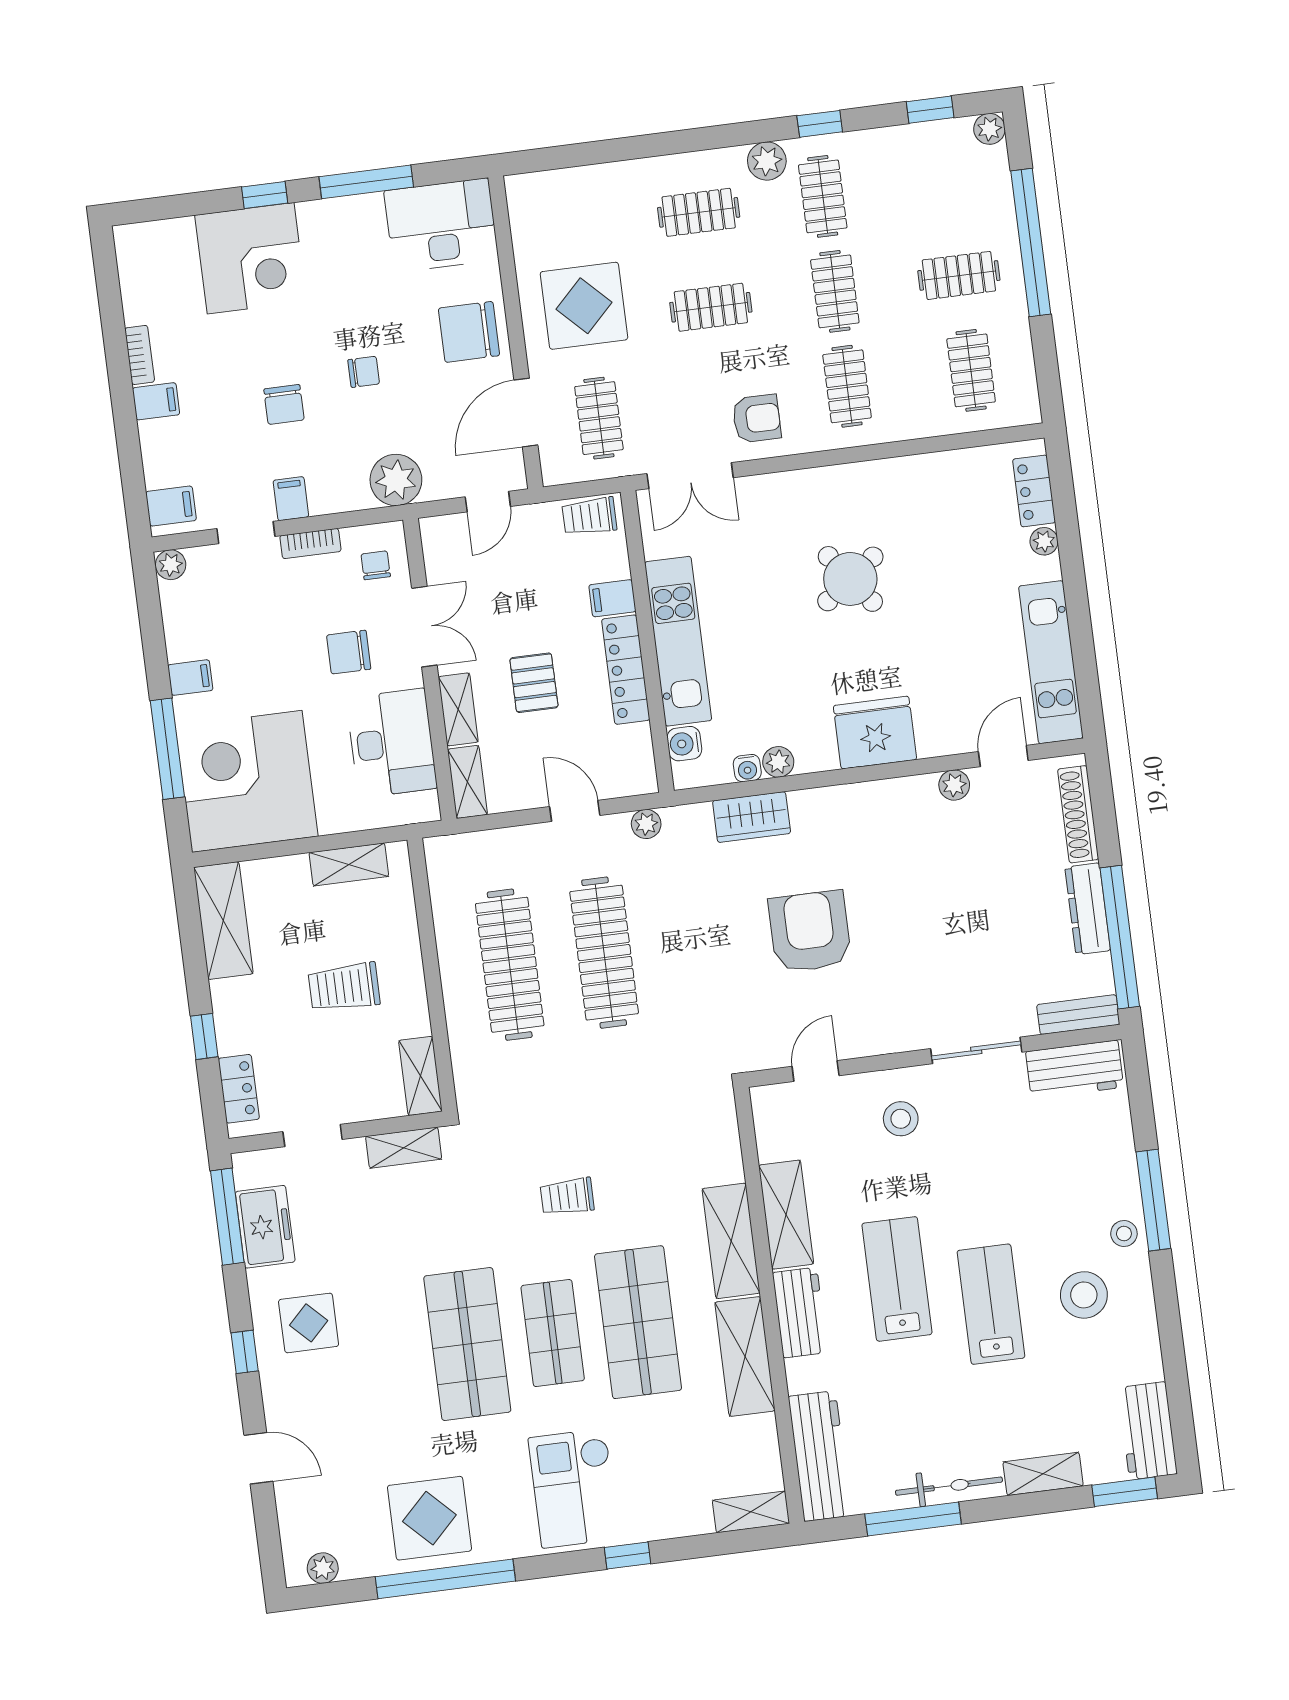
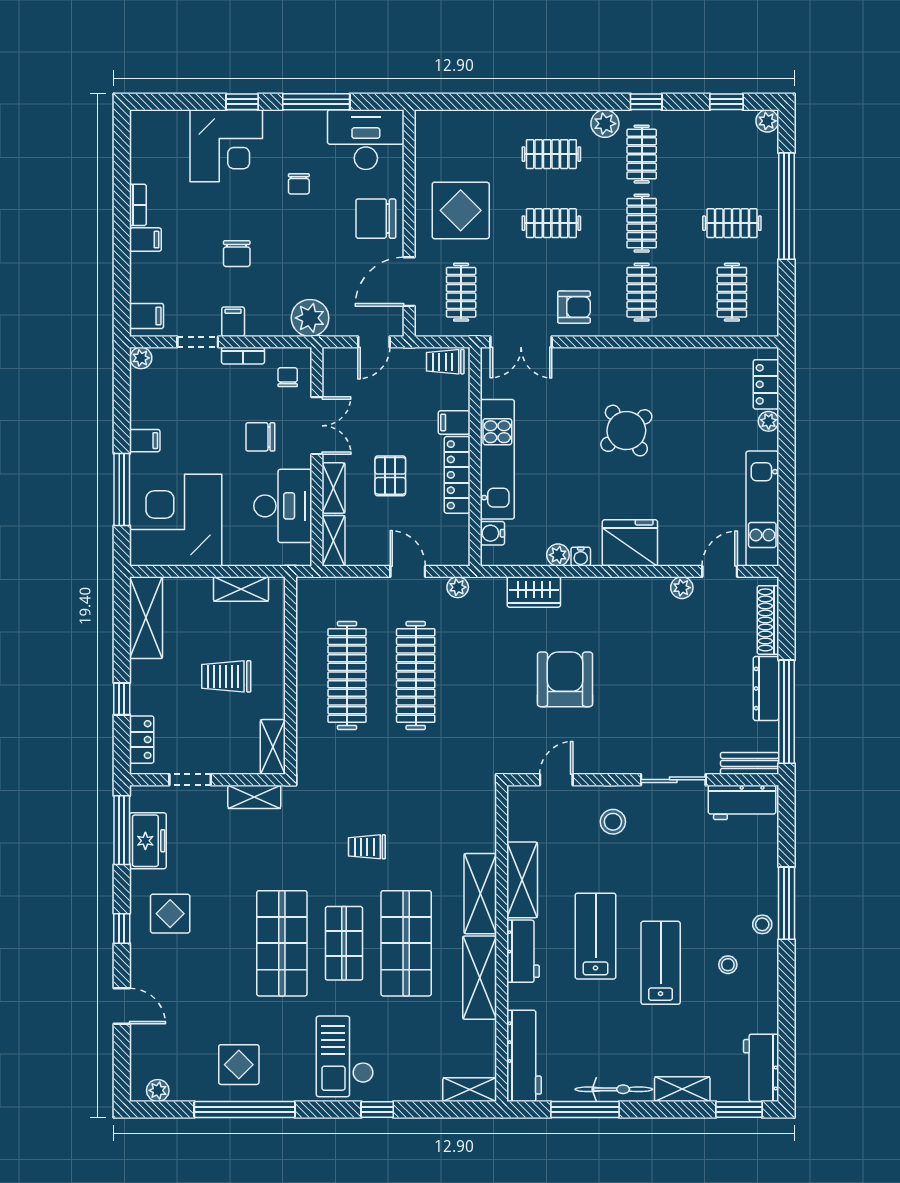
chair: (364, 372) -> (299, 184), moved, turned 90
water cooler: (747, 768) -> (581, 557), moved
stool: (1084, 1295) -> (728, 965), width x0.53, depth x0.53
display table: (429, 1518) -> (239, 1065), width x0.73, depth x0.73

